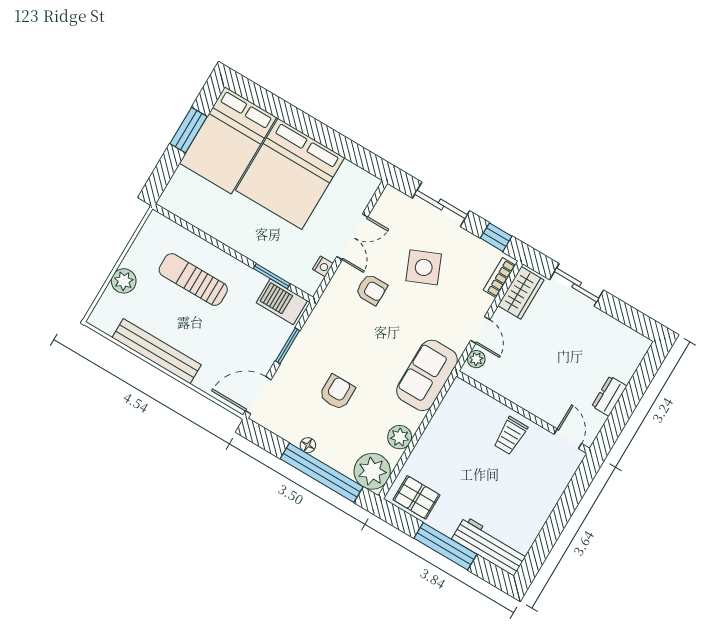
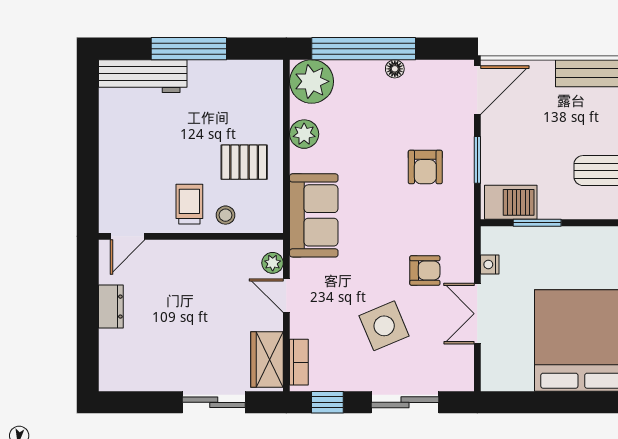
armchair: (371, 290) -> (425, 270), turned 180
armchair: (337, 392) -> (425, 167), moved
stool: (489, 413) -> (226, 215), added
door: (568, 439) -> (128, 236), hinge flipped
pallet: (417, 497) -> (244, 162), moved

